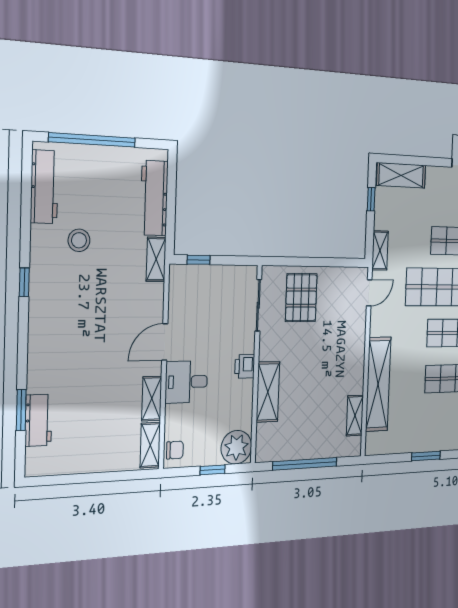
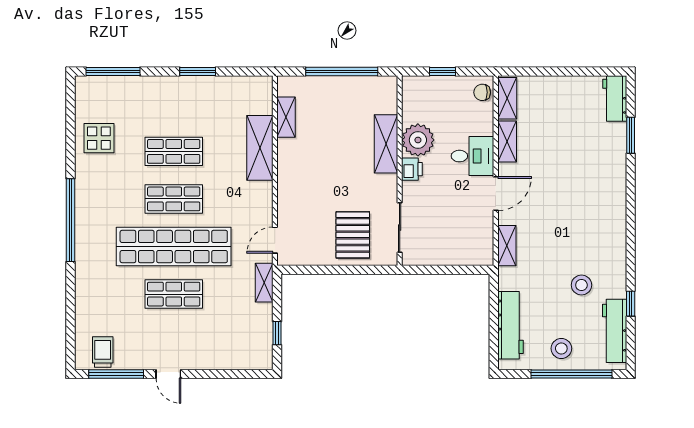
stool: (102, 169) -> (561, 348), added
shelving: (401, 175) -> (242, 358), removed
shelving: (156, 259) -> (507, 246), moved
window: (198, 260) -> (464, 270), removed
window: (24, 282) -> (631, 304), moved
shelving: (378, 384) -> (260, 148), width x0.68
workbench: (39, 420) -> (615, 98), moved
plant: (236, 447) -> (418, 140), moved

